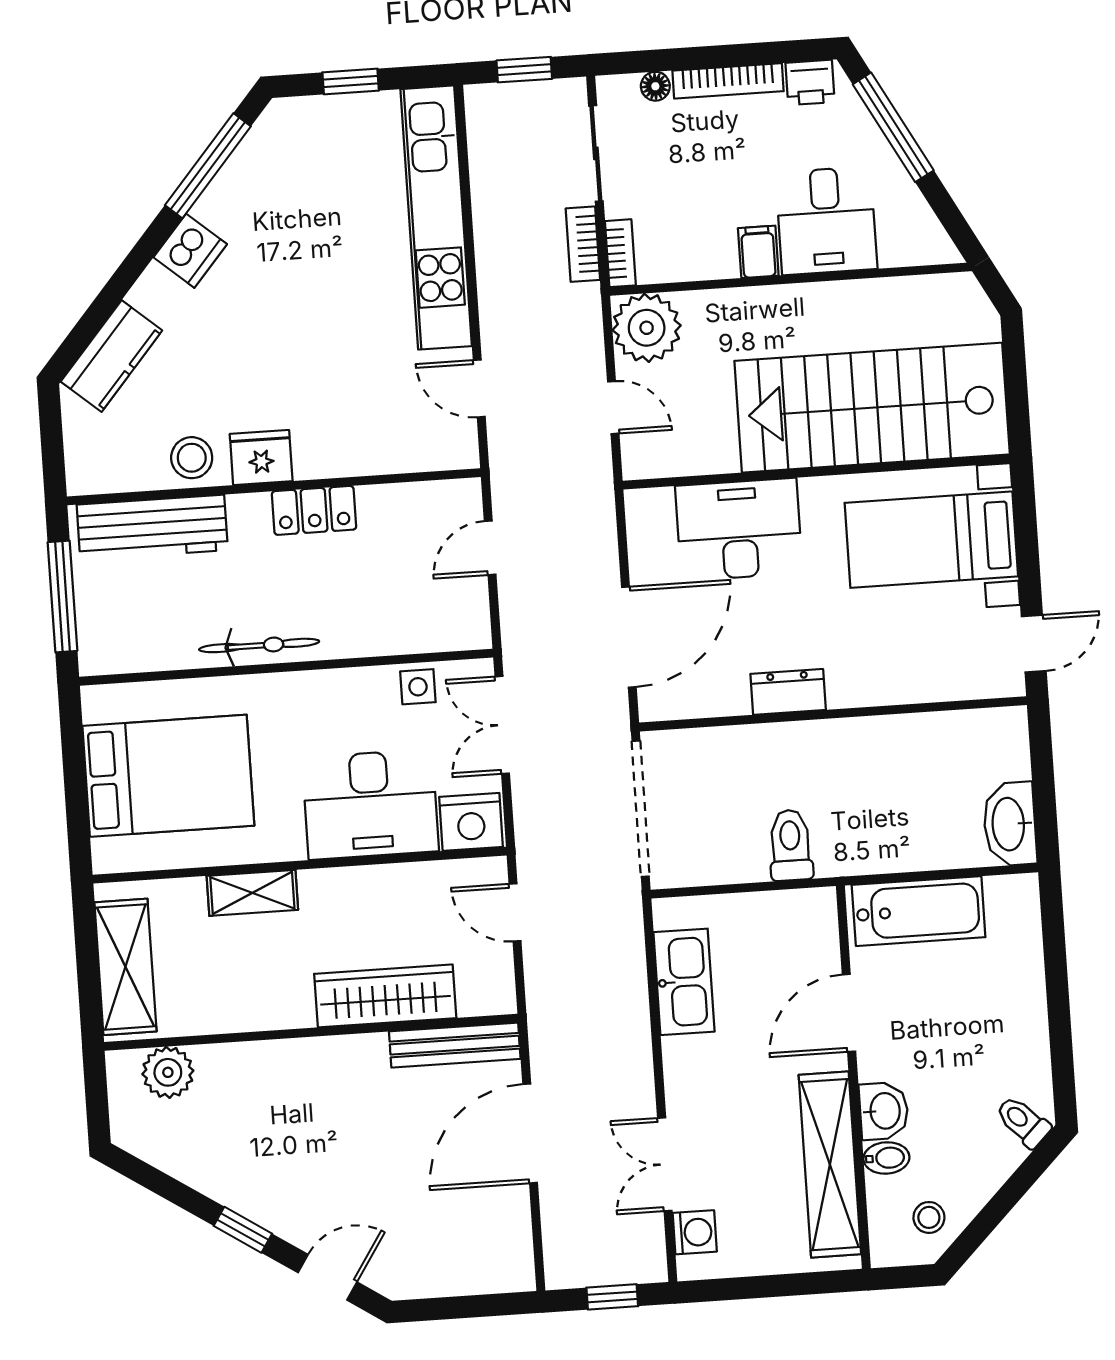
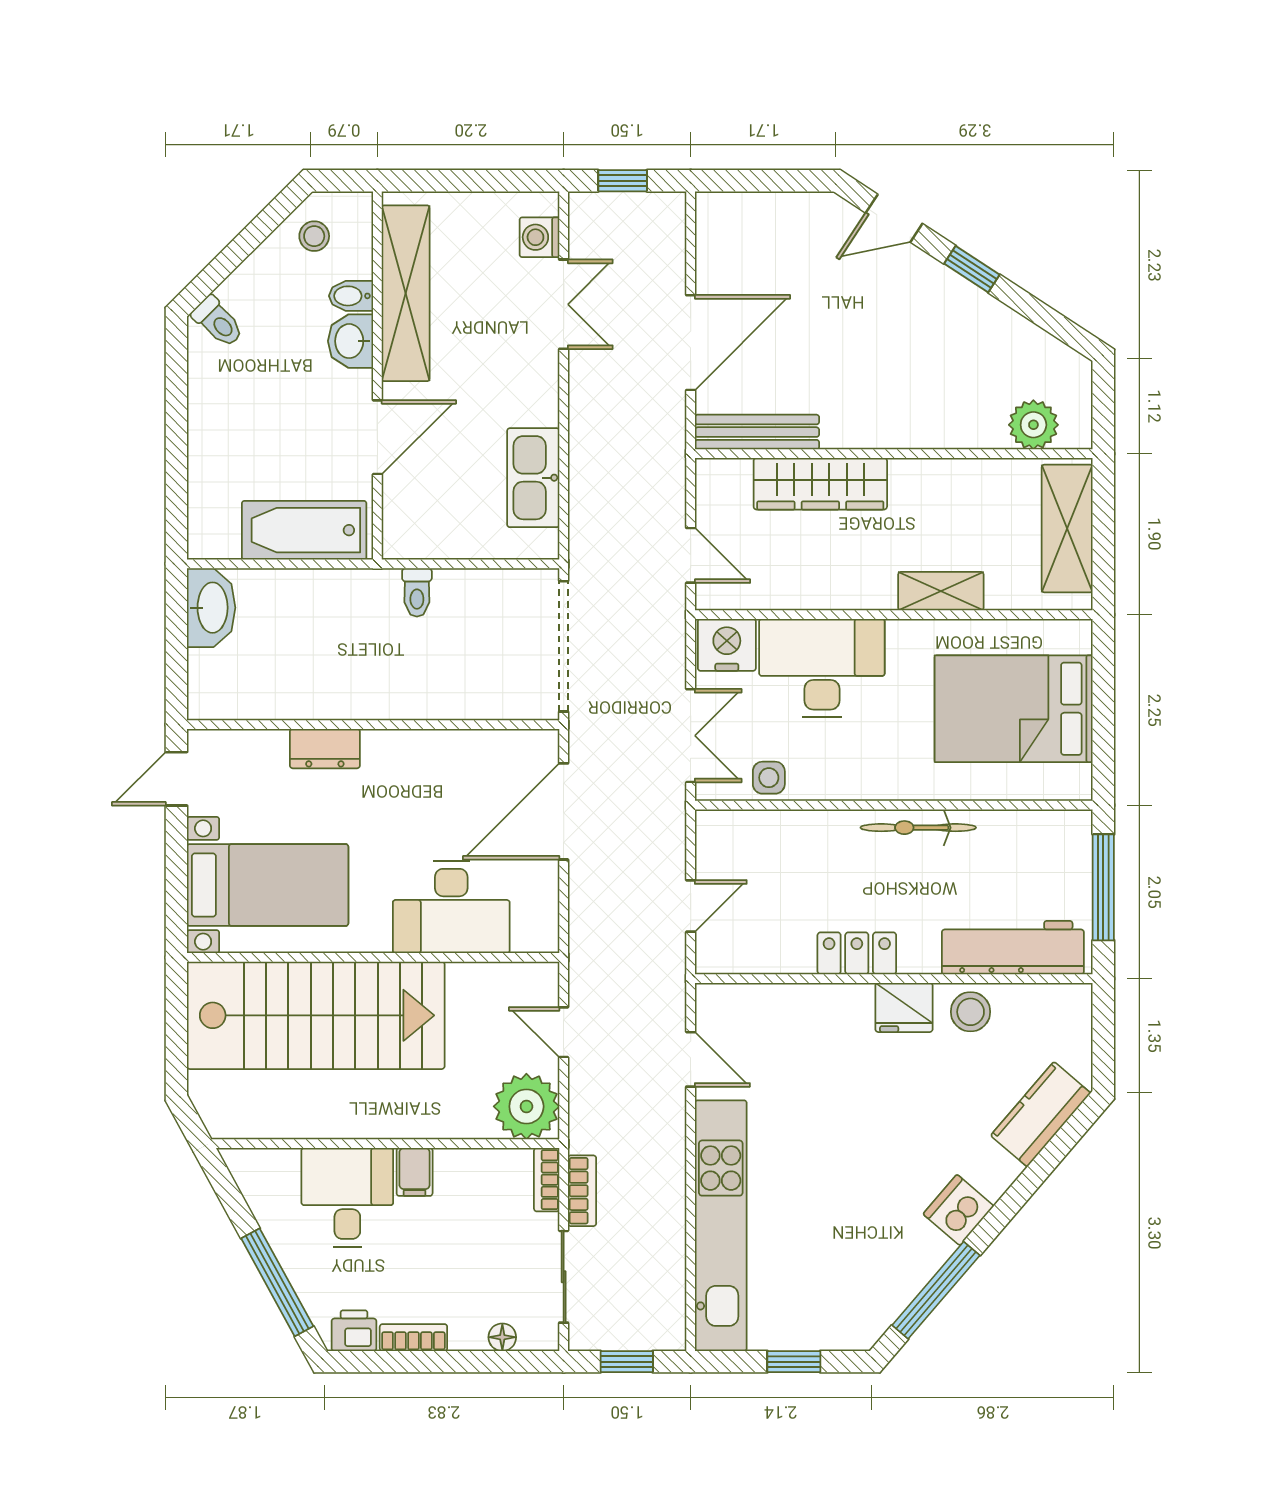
bookcase: (728, 81) -> (413, 1338), width x0.64
dresser: (788, 692) -> (325, 749), moved
toilet: (790, 845) -> (417, 592), width x0.73, depth x0.72

